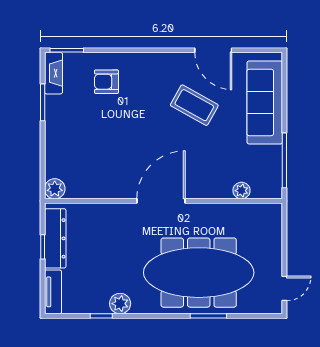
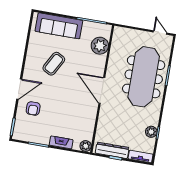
door: (213, 50) -> (19, 89), moved
fireplace: (53, 73) -> (61, 142), moved
plant: (242, 191) -> (100, 46), width x1.88, depth x1.88
plant: (120, 304) -> (151, 132), moved

